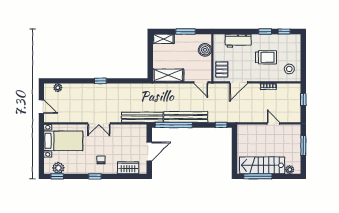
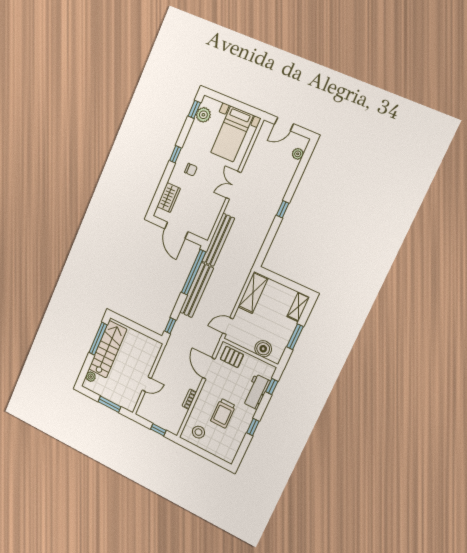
window: (284, 32) -> (272, 387), moved

